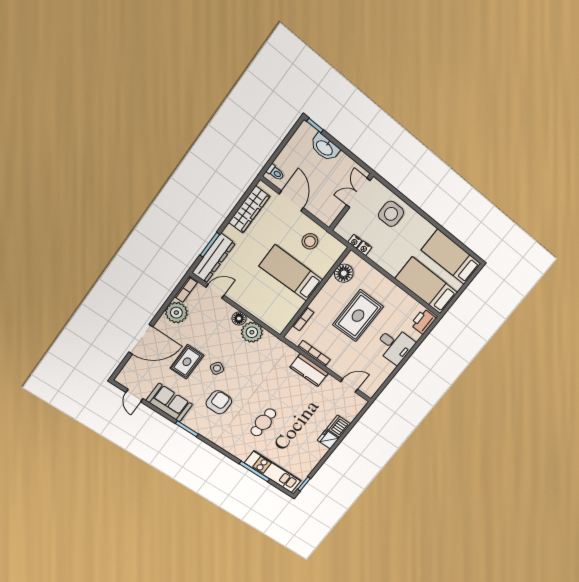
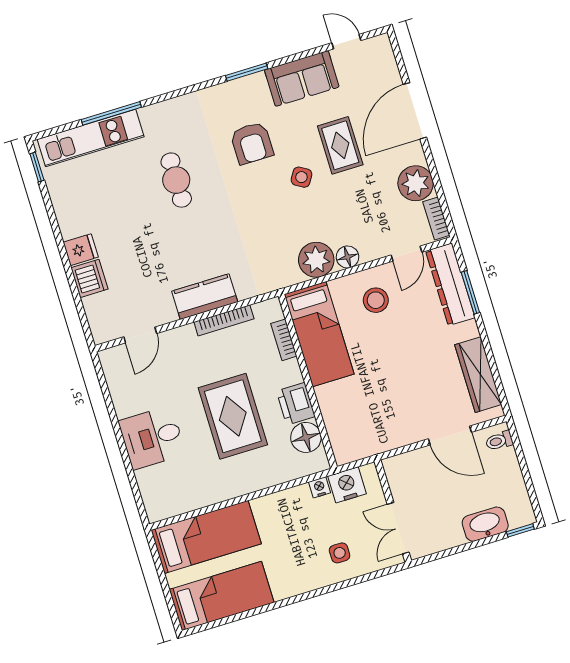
double door: (358, 193) -> (398, 528), swing flipped
side table: (391, 214) -> (340, 553), width x0.54, depth x0.54
stool: (310, 241) -> (376, 300), moved
nightstand: (355, 241) -> (347, 485), width x1.89, depth x1.79
bed: (291, 273) -> (319, 334), moved, turned 90
printer: (423, 321) -> (296, 404), moved, turned 180

